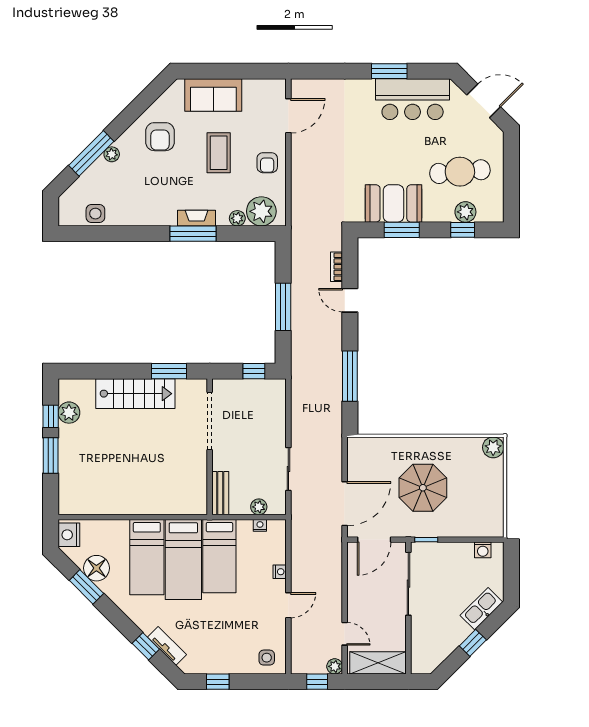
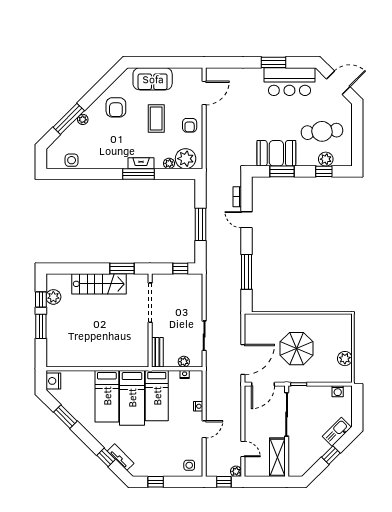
plant: (493, 447) -> (345, 359), moved
floor lamp: (96, 568) -> (72, 404), removed
shelving: (378, 663) -> (277, 457), moved, turned 90

